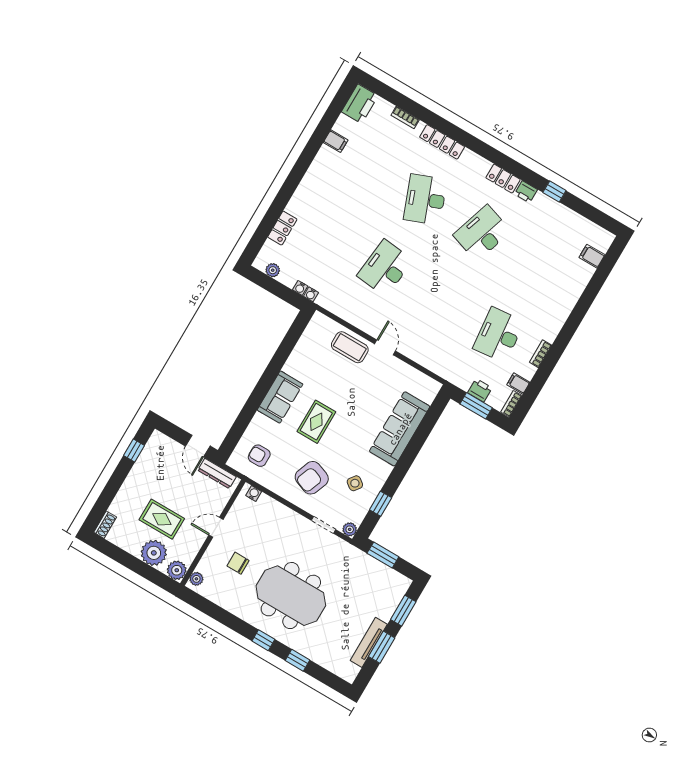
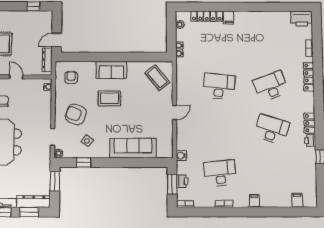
filing cabinet: (336, 141) -> (229, 17), moved
locker: (282, 228) -> (207, 16), width x1.53
coffee table: (350, 347) -> (157, 78), moved, turned -39
water cooler: (446, 372) -> (181, 156), added
filing cabinet: (518, 383) -> (254, 201), moved
dresser: (393, 597) -> (34, 202), added

